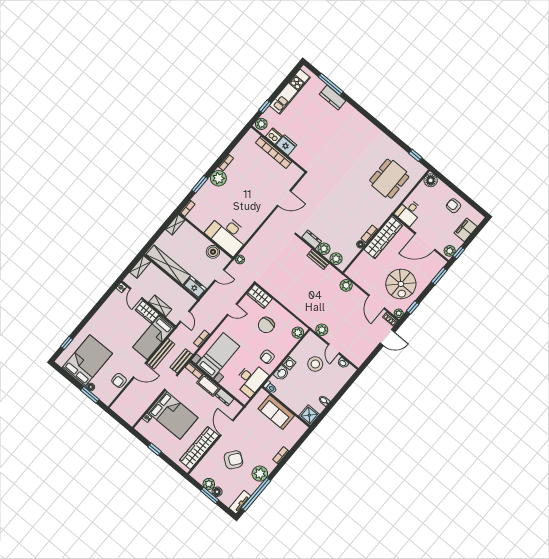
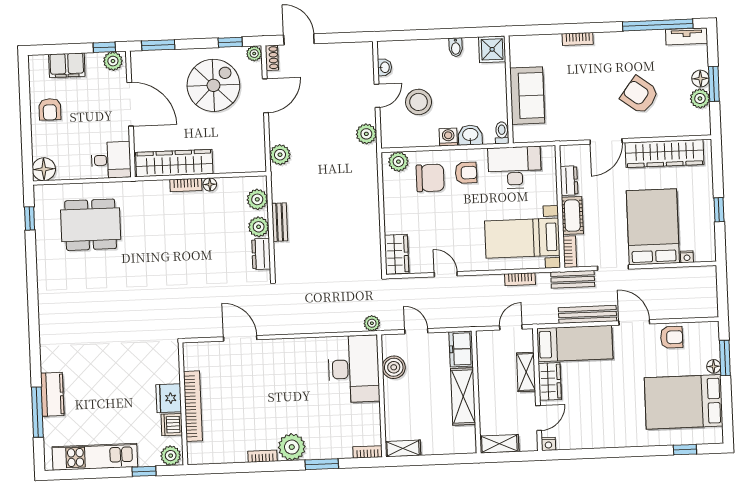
shelving: (168, 265) -> (463, 396), width x0.68
chair: (266, 325) -> (430, 178), moved
plant: (260, 474) -> (626, 44), removed

